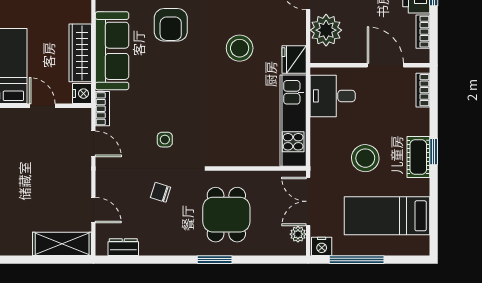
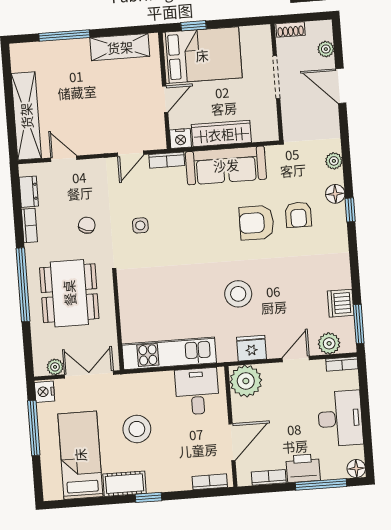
plant: (326, 30) -> (246, 381), moved
fridge: (294, 59) -> (251, 348), moved
cot: (418, 157) -> (124, 484), moved
door: (93, 210) -> (64, 159), swing flipped
dining table: (226, 215) -> (69, 293), width x1.38
shelving: (62, 244) -> (26, 116), width x1.47
bookcase: (157, 249) -> (29, 225), added
window: (215, 260) -> (23, 285), width x2.11

